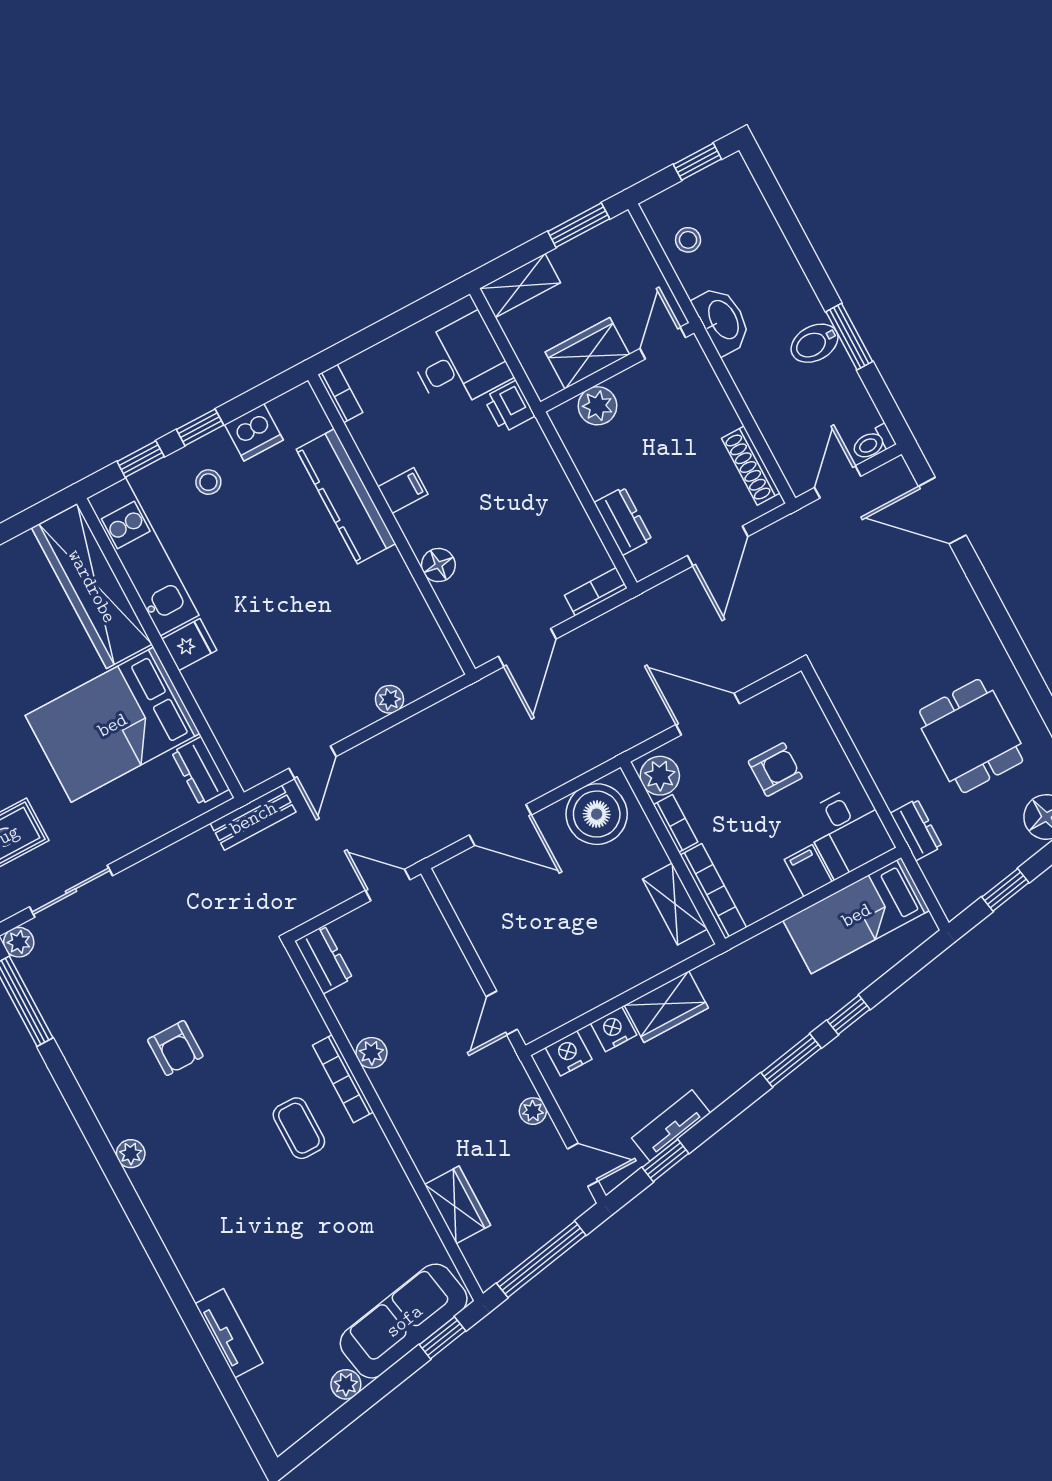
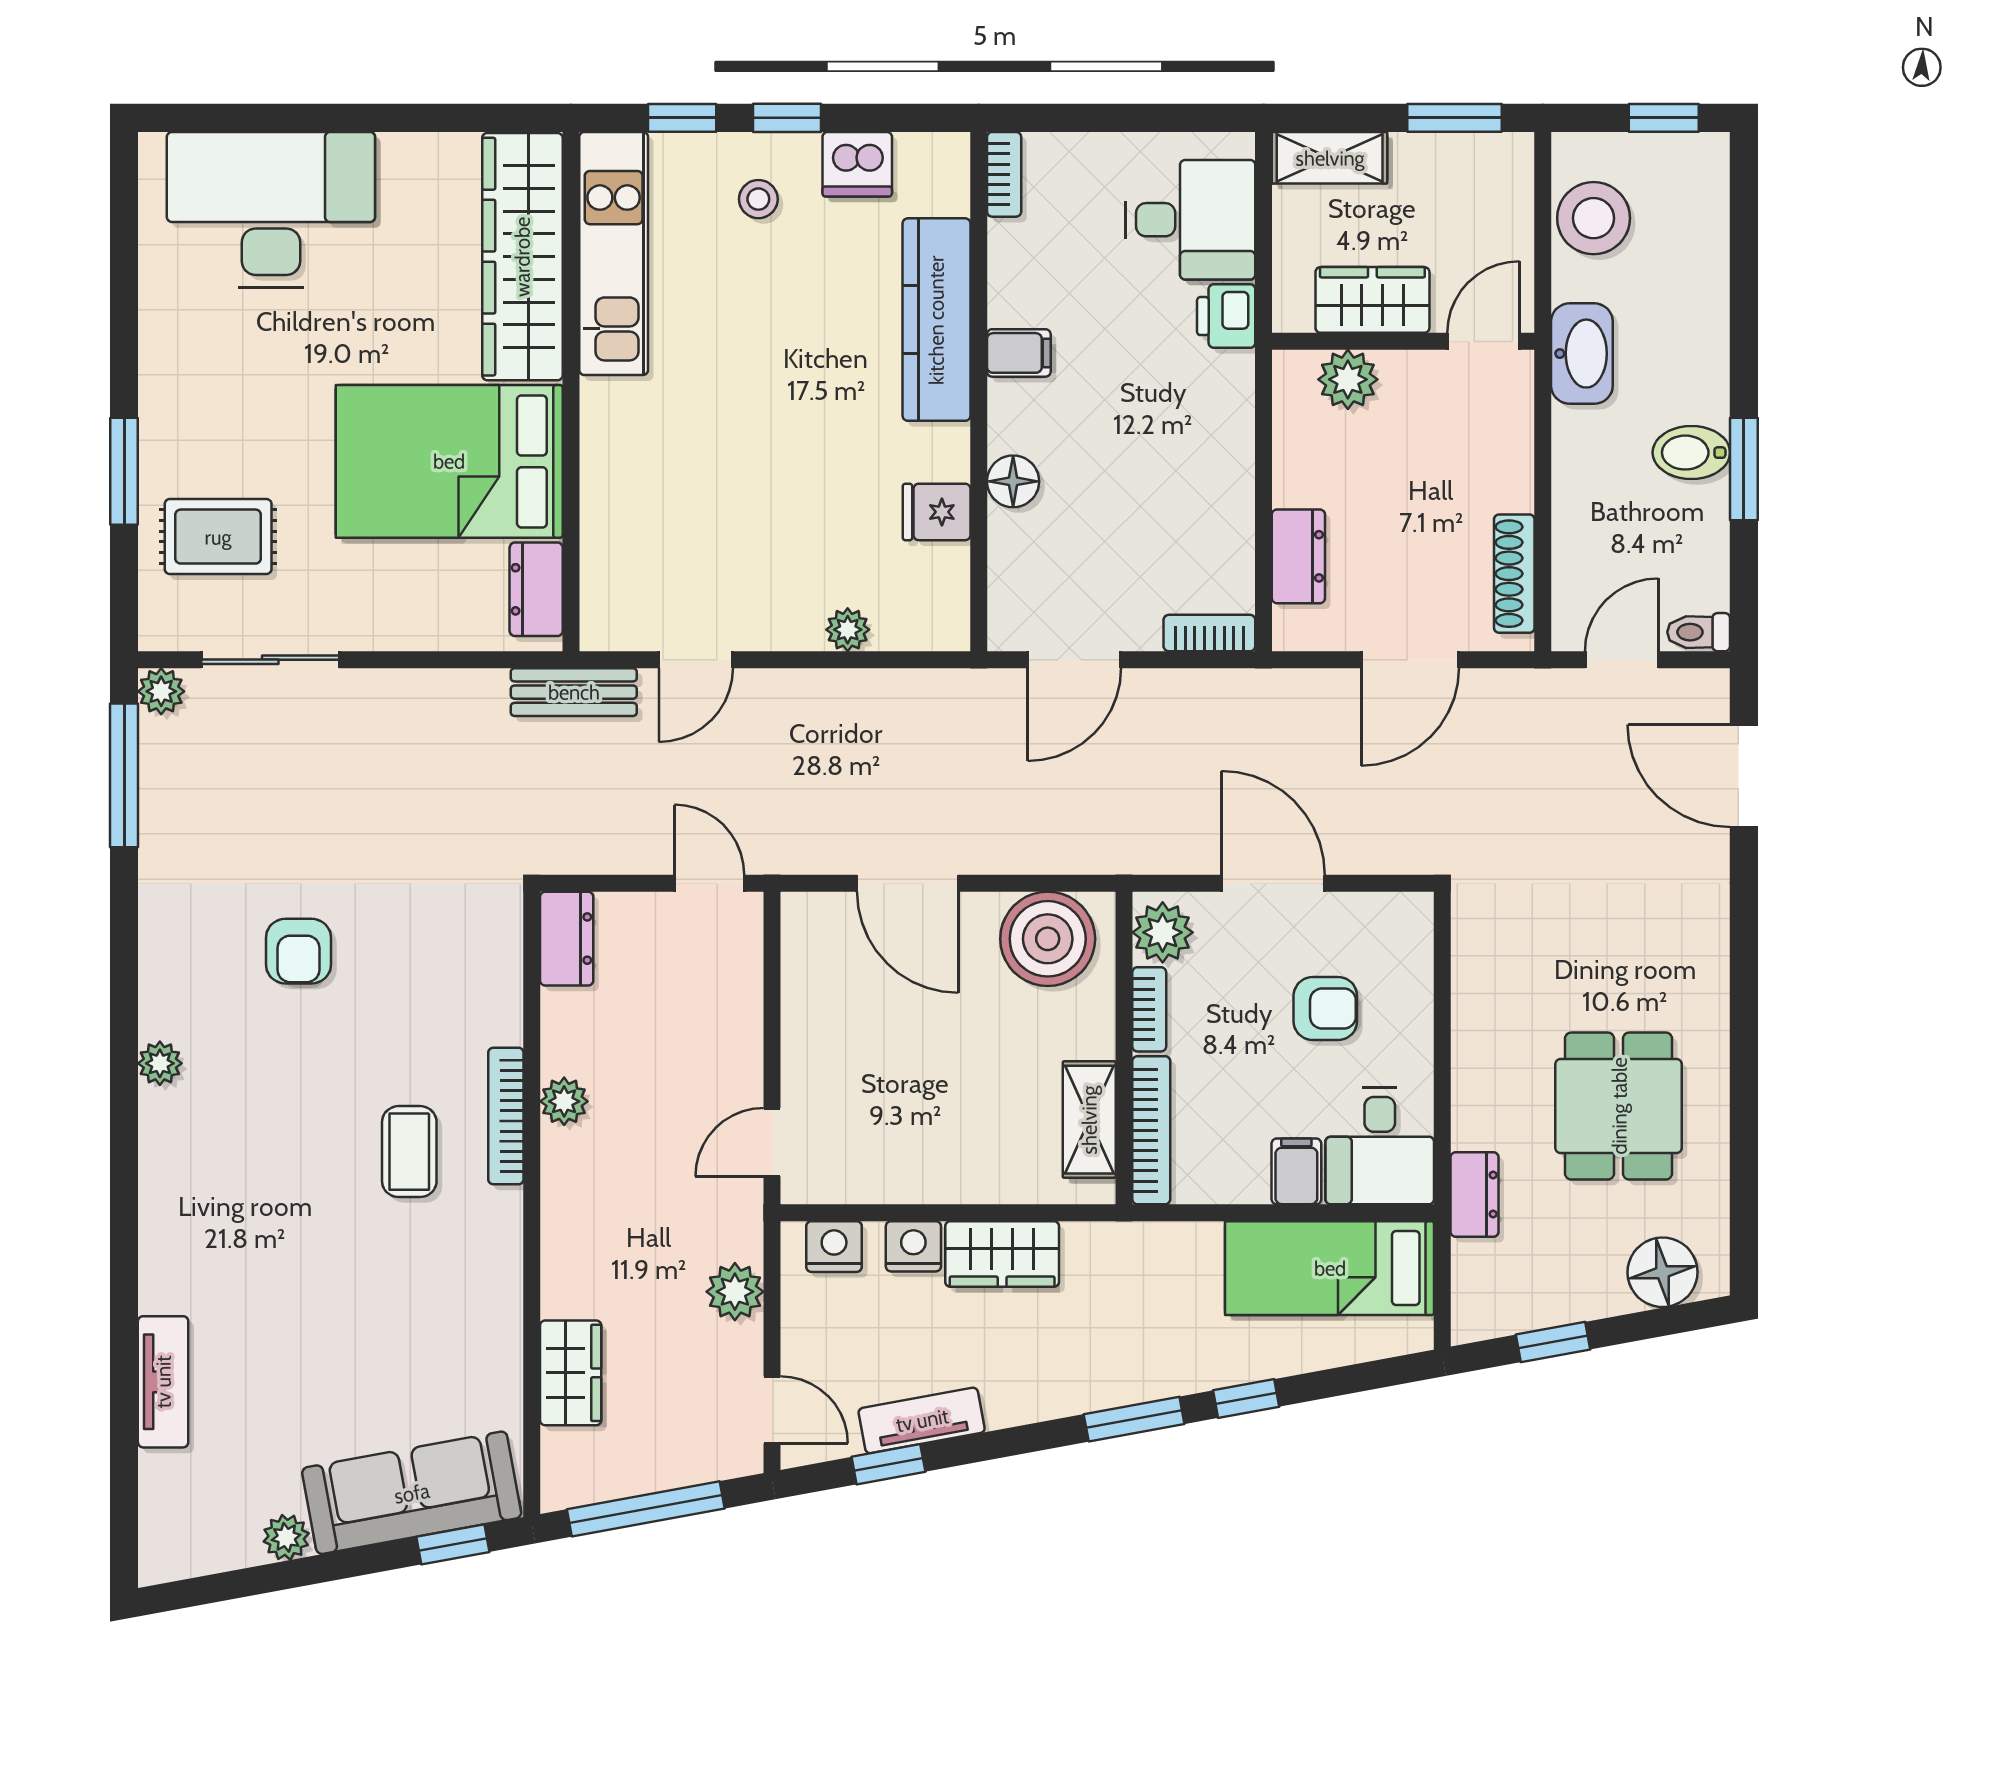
stool: (688, 240) -> (1594, 218), width x1.89, depth x1.89
fridge: (189, 645) -> (937, 512), moved, turned 180
plant: (533, 1111) -> (735, 1292), width x1.38, depth x1.38

